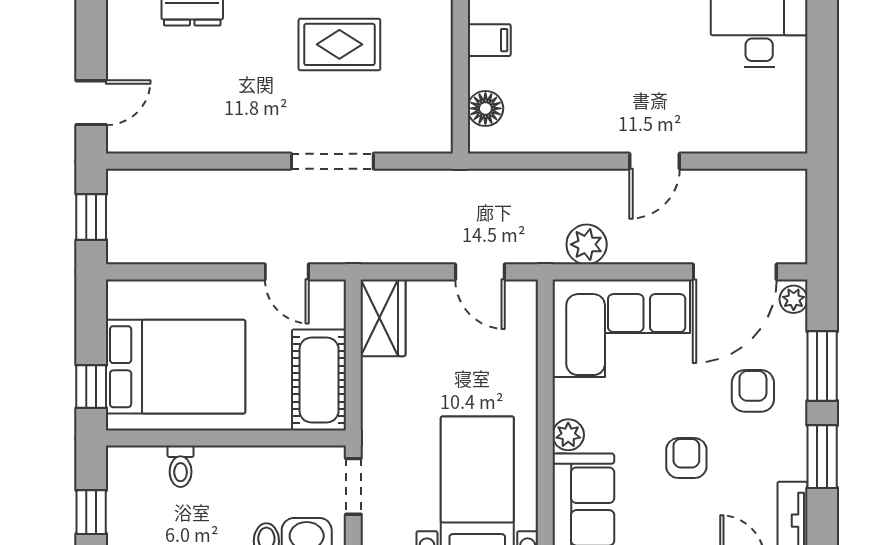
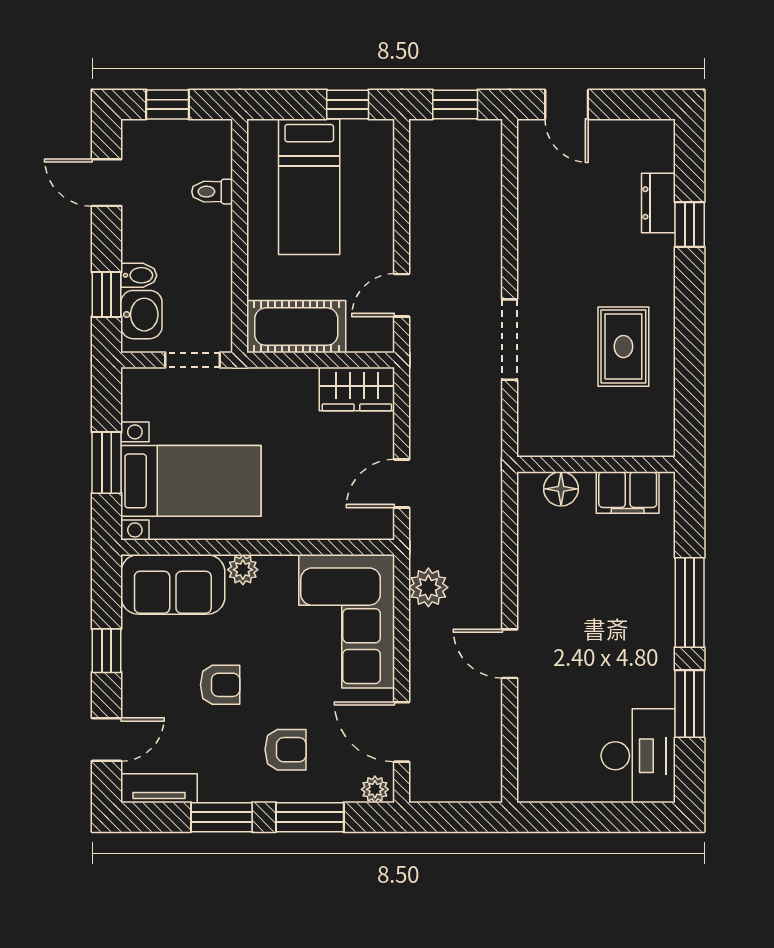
filing cabinet: (489, 40) -> (628, 492), width x2.00
door: (735, 272) -> (402, 732), width x0.73
bed: (176, 367) -> (309, 187), width x0.67
window: (91, 387) -> (348, 104), moved

